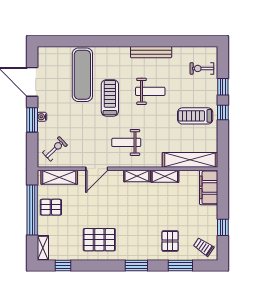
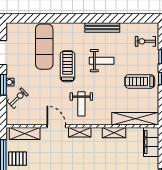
weight bench: (126, 142) -> (81, 104), turned -90
exercise bike: (55, 149) -> (18, 98), moved
door: (97, 169) -> (56, 126), swing flipped
shelving: (137, 176) -> (80, 132), moved

